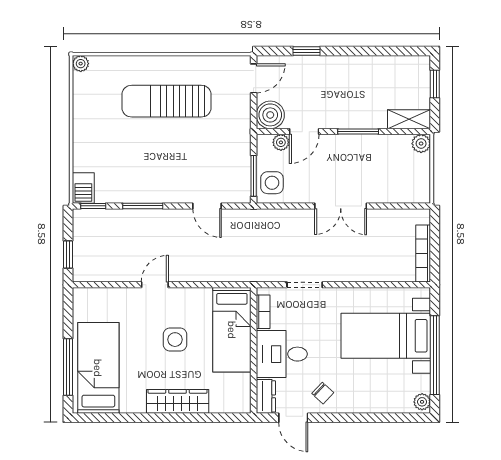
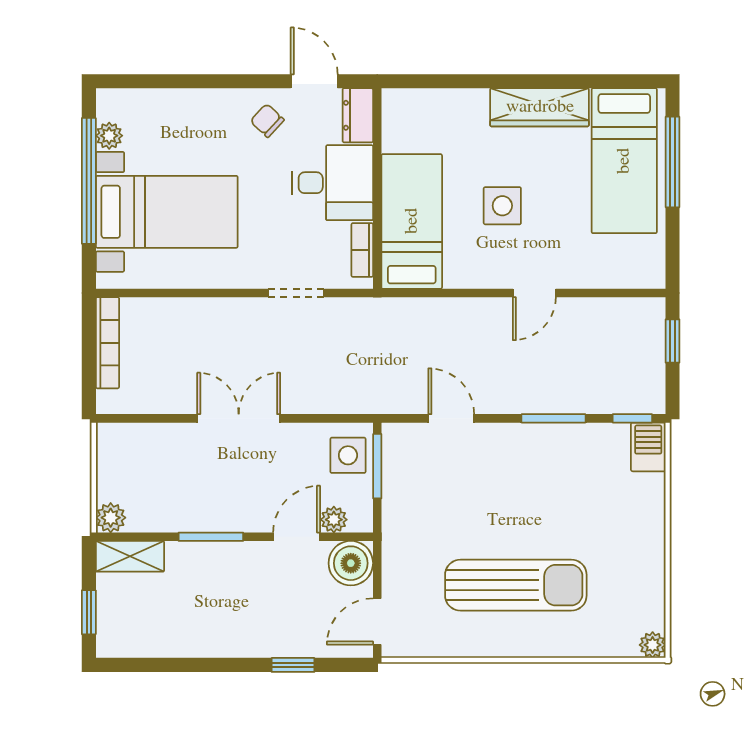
wardrobe: (178, 401) -> (540, 107), moved
plant: (422, 402) -> (109, 136), moved

